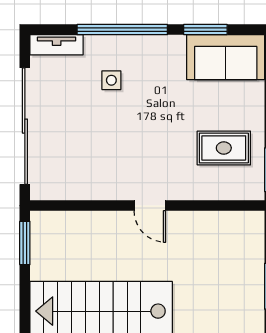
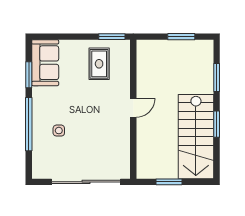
tv unit: (57, 45) -> (38, 163), removed
window: (25, 243) -> (169, 182), moved

